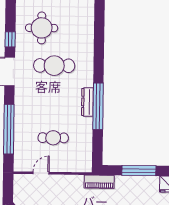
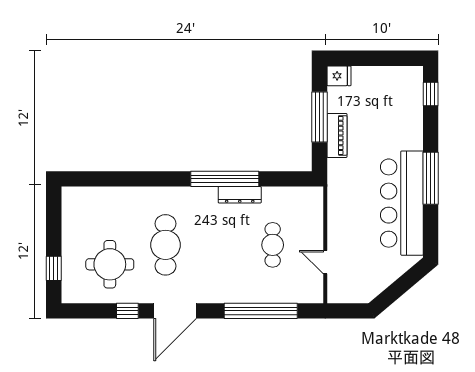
dresser: (87, 102) -> (240, 195), moved
piano: (99, 182) -> (337, 135), moved

